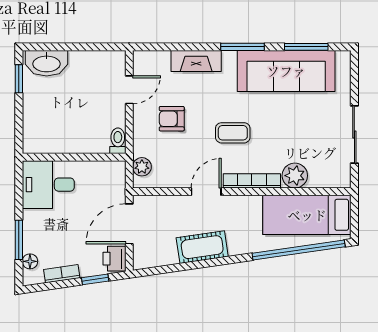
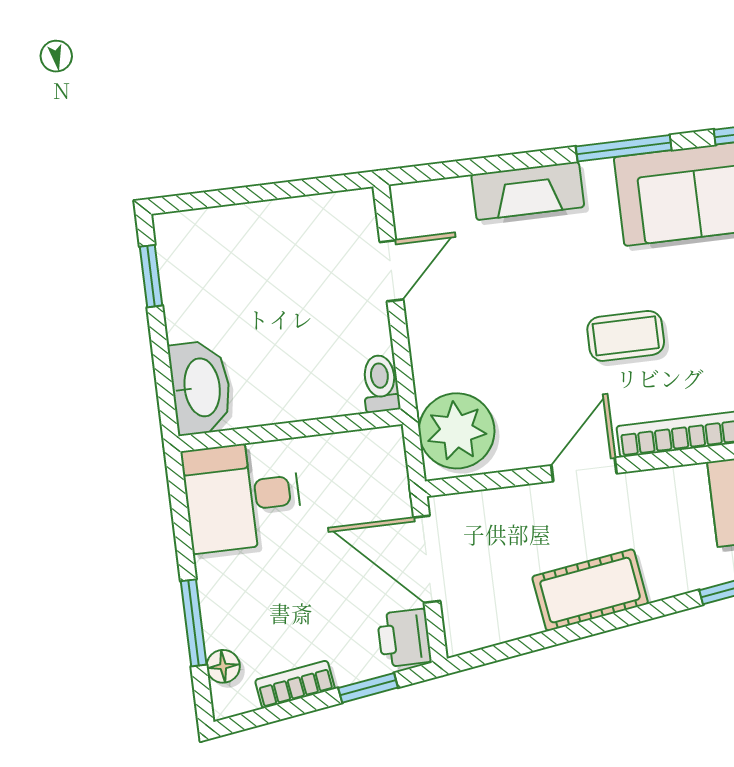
washbasin: (47, 63) -> (200, 388), moved, turned -90
armchair: (172, 119) -> (490, 322), removed
plant: (142, 167) -> (457, 431), width x1.87, depth x1.87
door: (129, 224) -> (427, 559), hinge flipped

